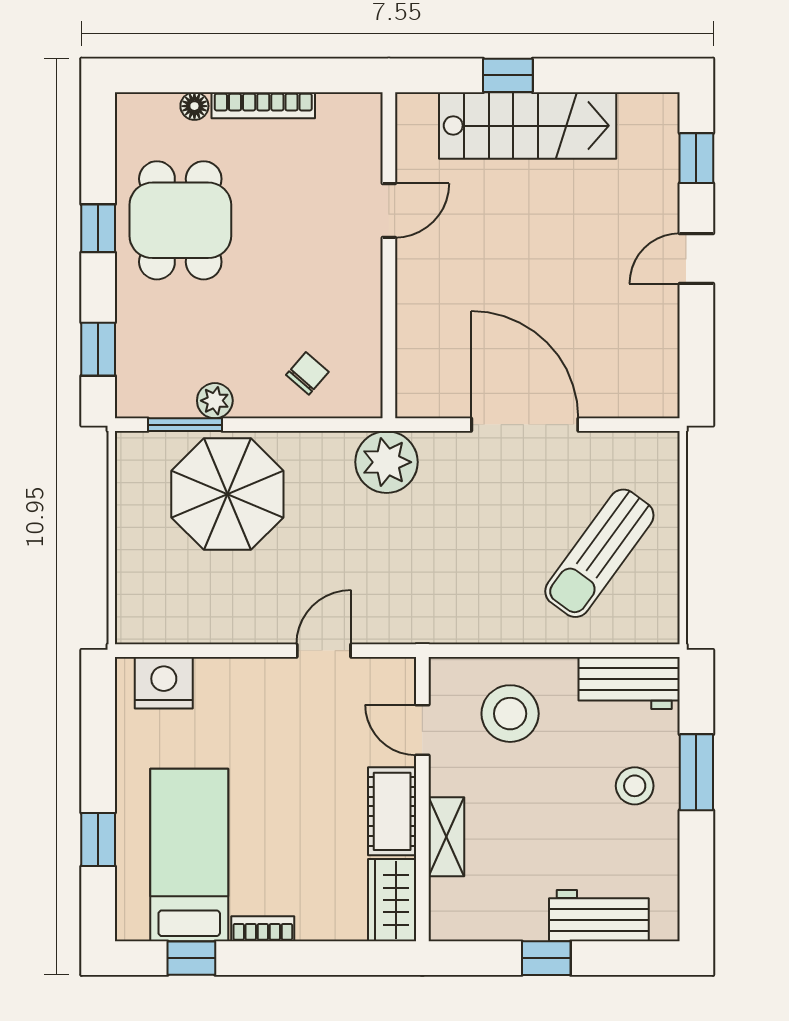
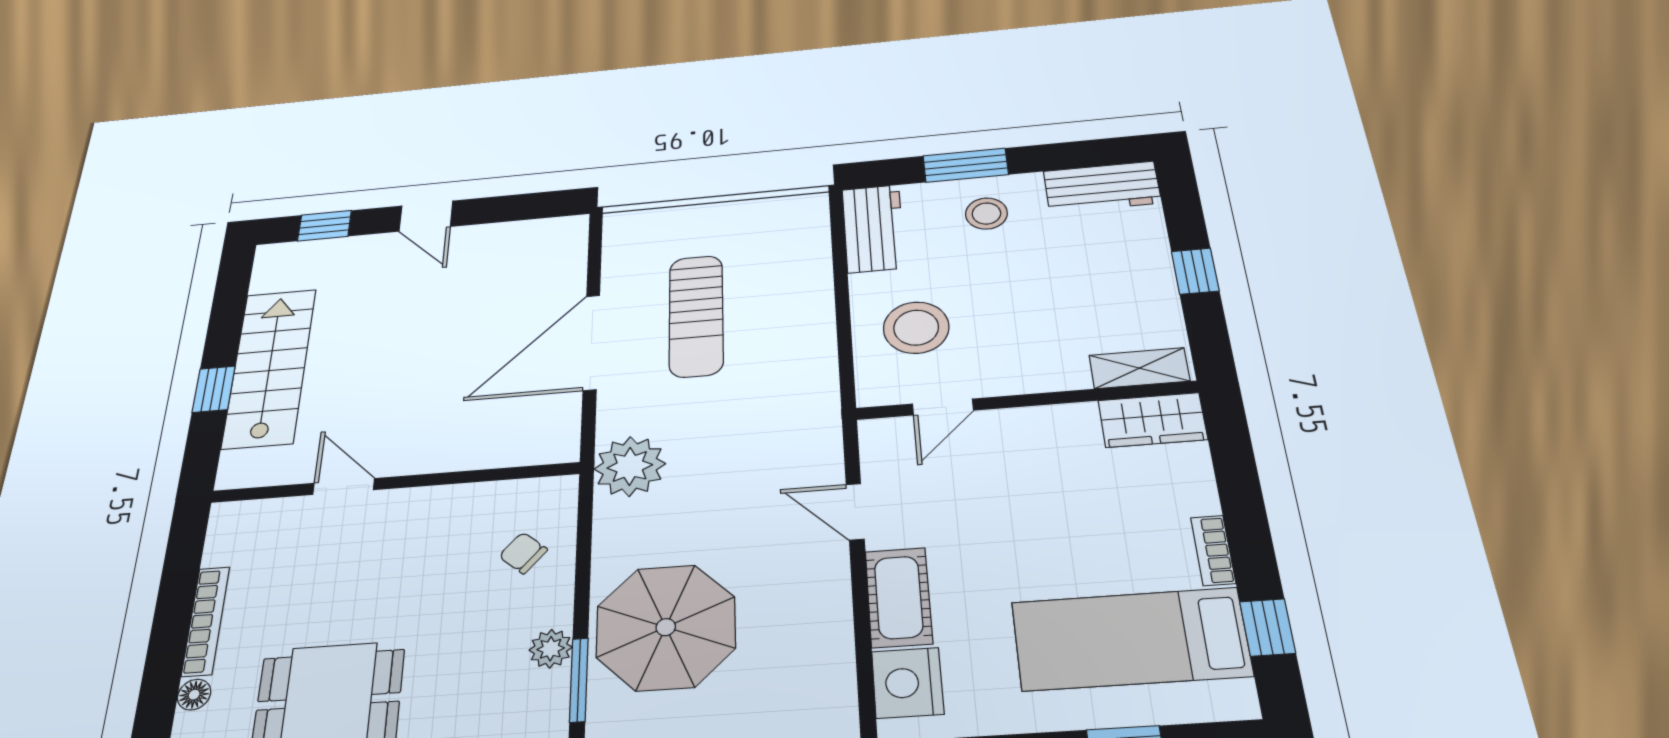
sun lounger: (599, 553) -> (696, 316), moved, turned 54
cot: (392, 811) -> (899, 597), moved, turned 90
shelving: (446, 837) -> (1139, 368), moved
workbench: (599, 916) -> (1102, 187), moved, turned -90

